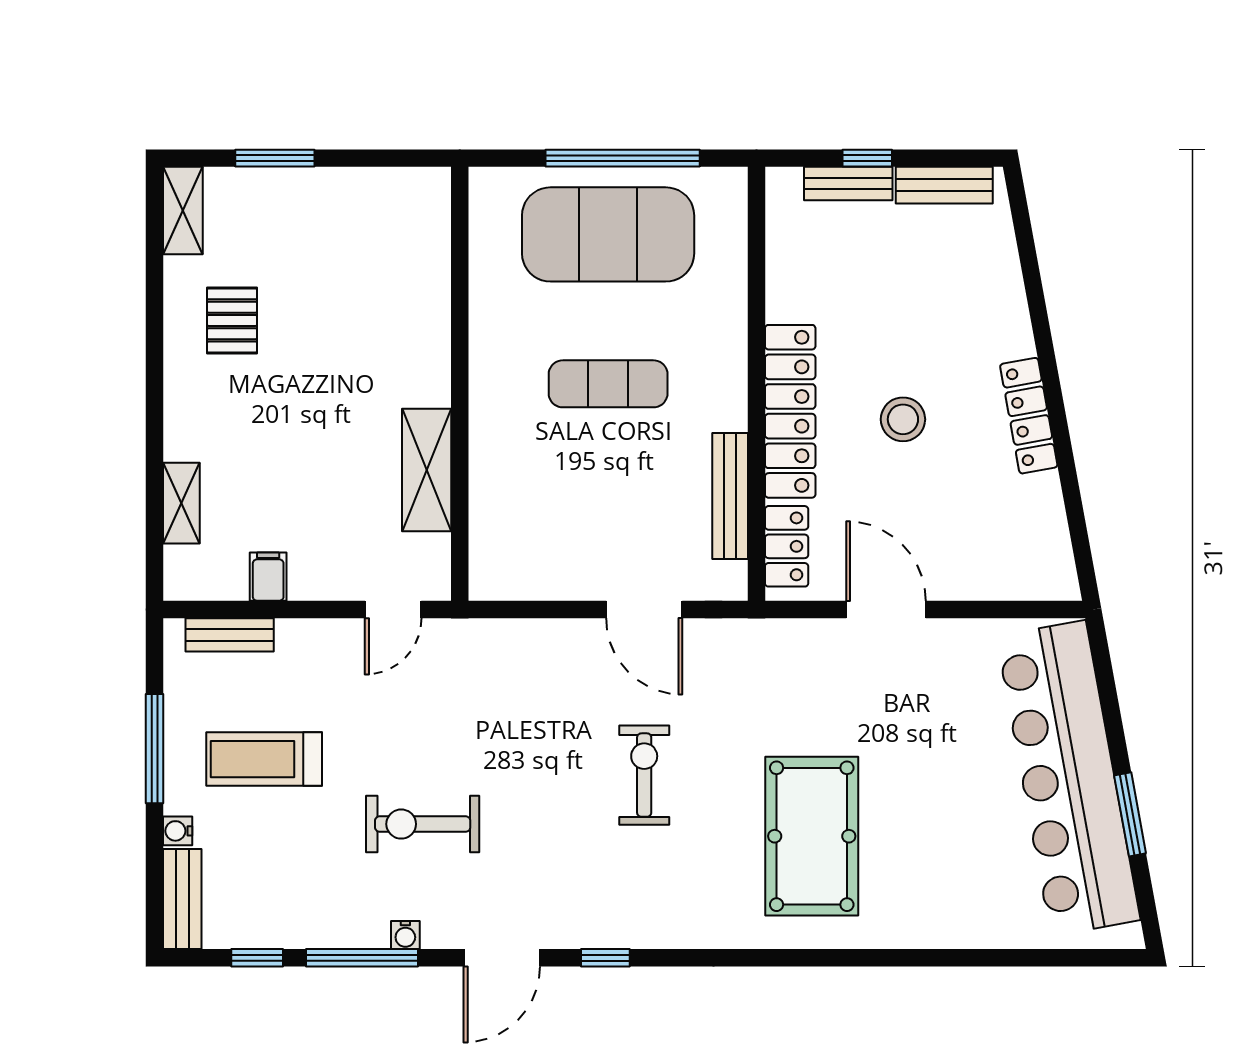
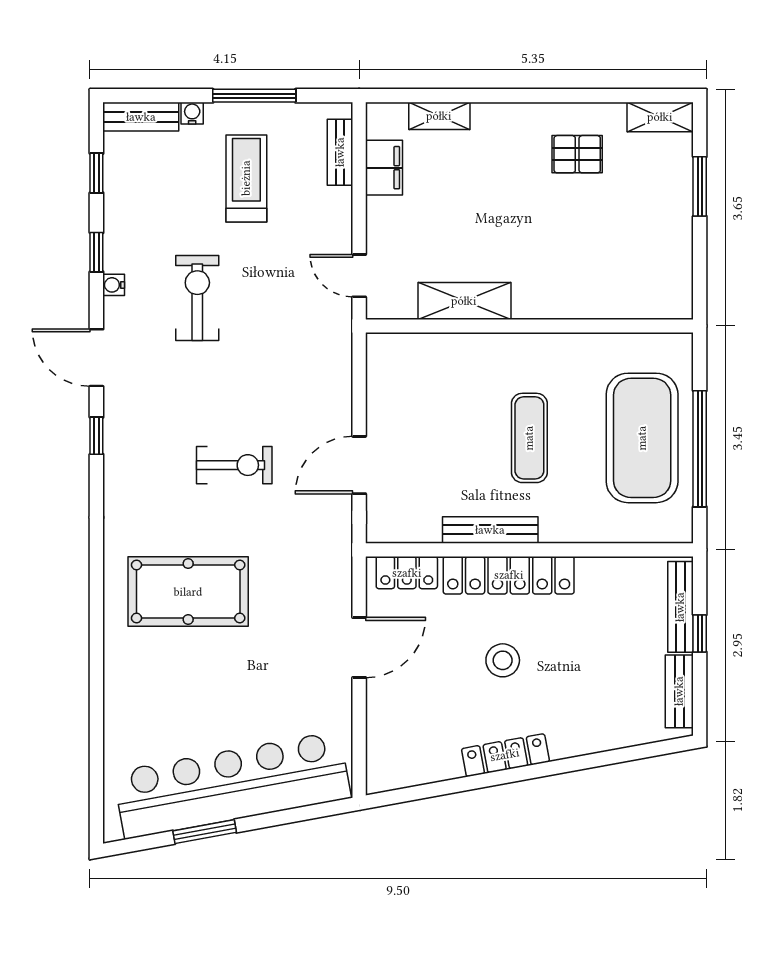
bench: (848, 184) -> (680, 607), width x1.36
bench: (730, 496) -> (490, 530), moved
filing cabinet: (268, 577) -> (384, 168), width x2.00
window: (362, 958) -> (96, 252), width x0.46

